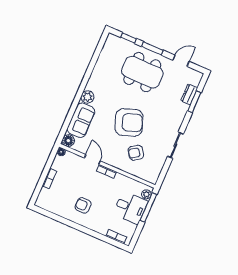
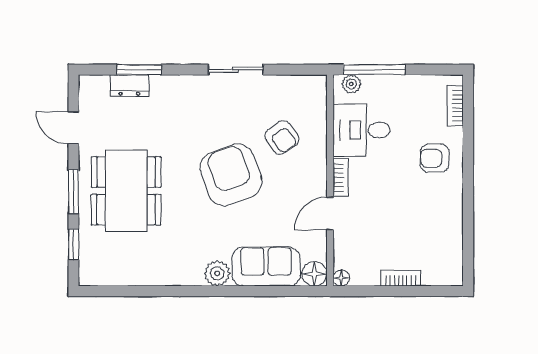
armchair: (83, 205) -> (435, 158), moved, turned 90
desk: (130, 208) -> (361, 130), moved, turned -90

